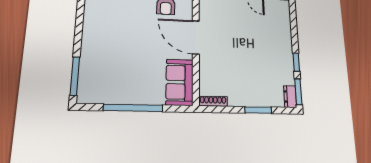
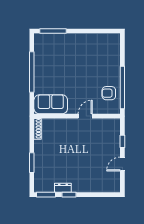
door: (196, 37) -> (85, 116), width x0.53
dresser: (290, 97) -> (63, 188), moved

